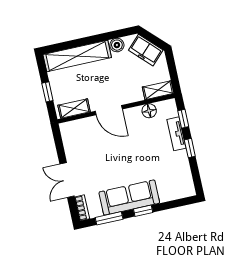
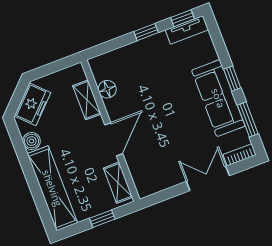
shelving: (158, 90) -> (87, 100), moved
window: (183, 119) -> (183, 18), moved
tv unit: (176, 134) -> (187, 30), moved
double door: (67, 180) -> (208, 178), swing flipped

